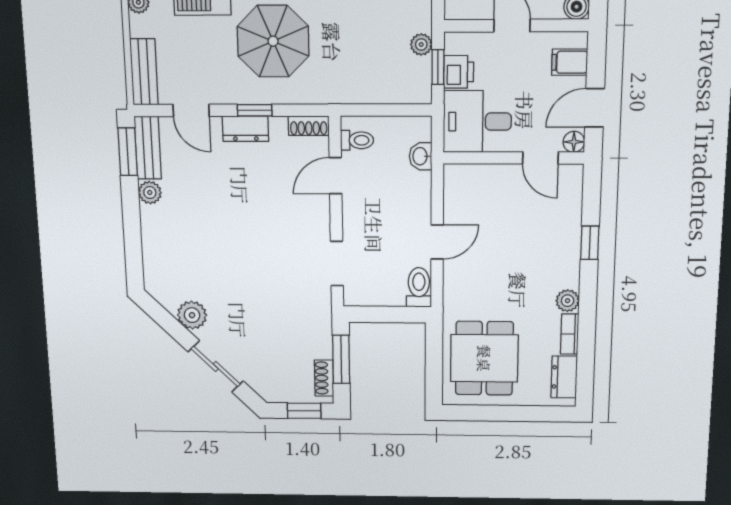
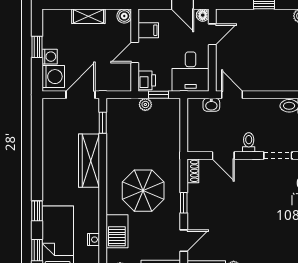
filing cabinet: (570, 62) -> (148, 30), moved, turned -90
printer: (459, 72) -> (147, 80), moved, turned 90
dresser: (246, 129) -> (195, 209), removed
toilet: (357, 140) -> (249, 142), moved
door: (437, 242) -> (232, 95), moved

